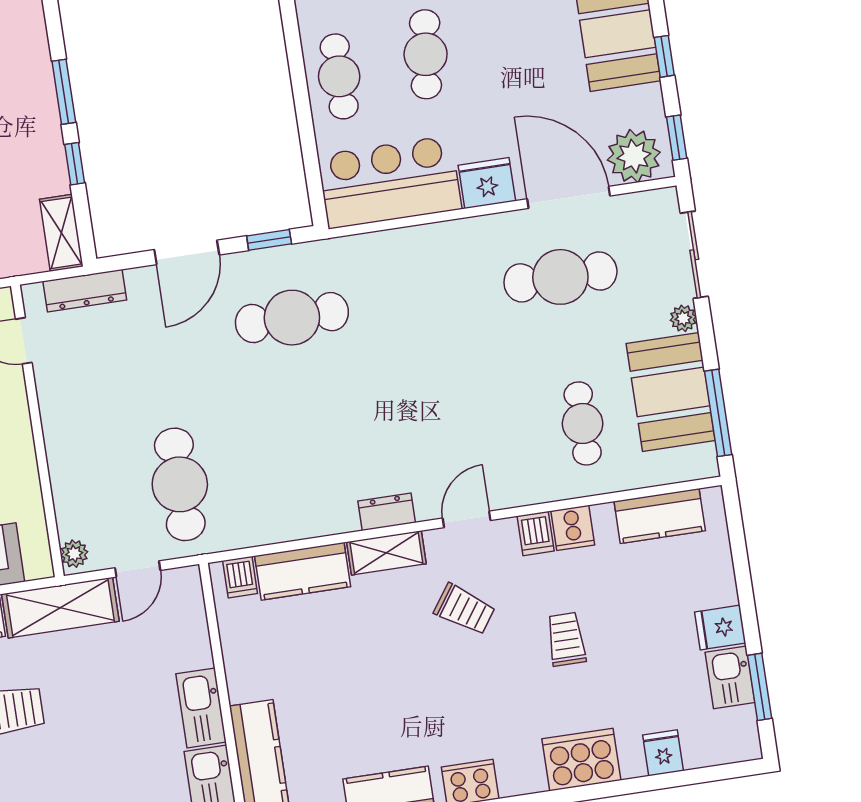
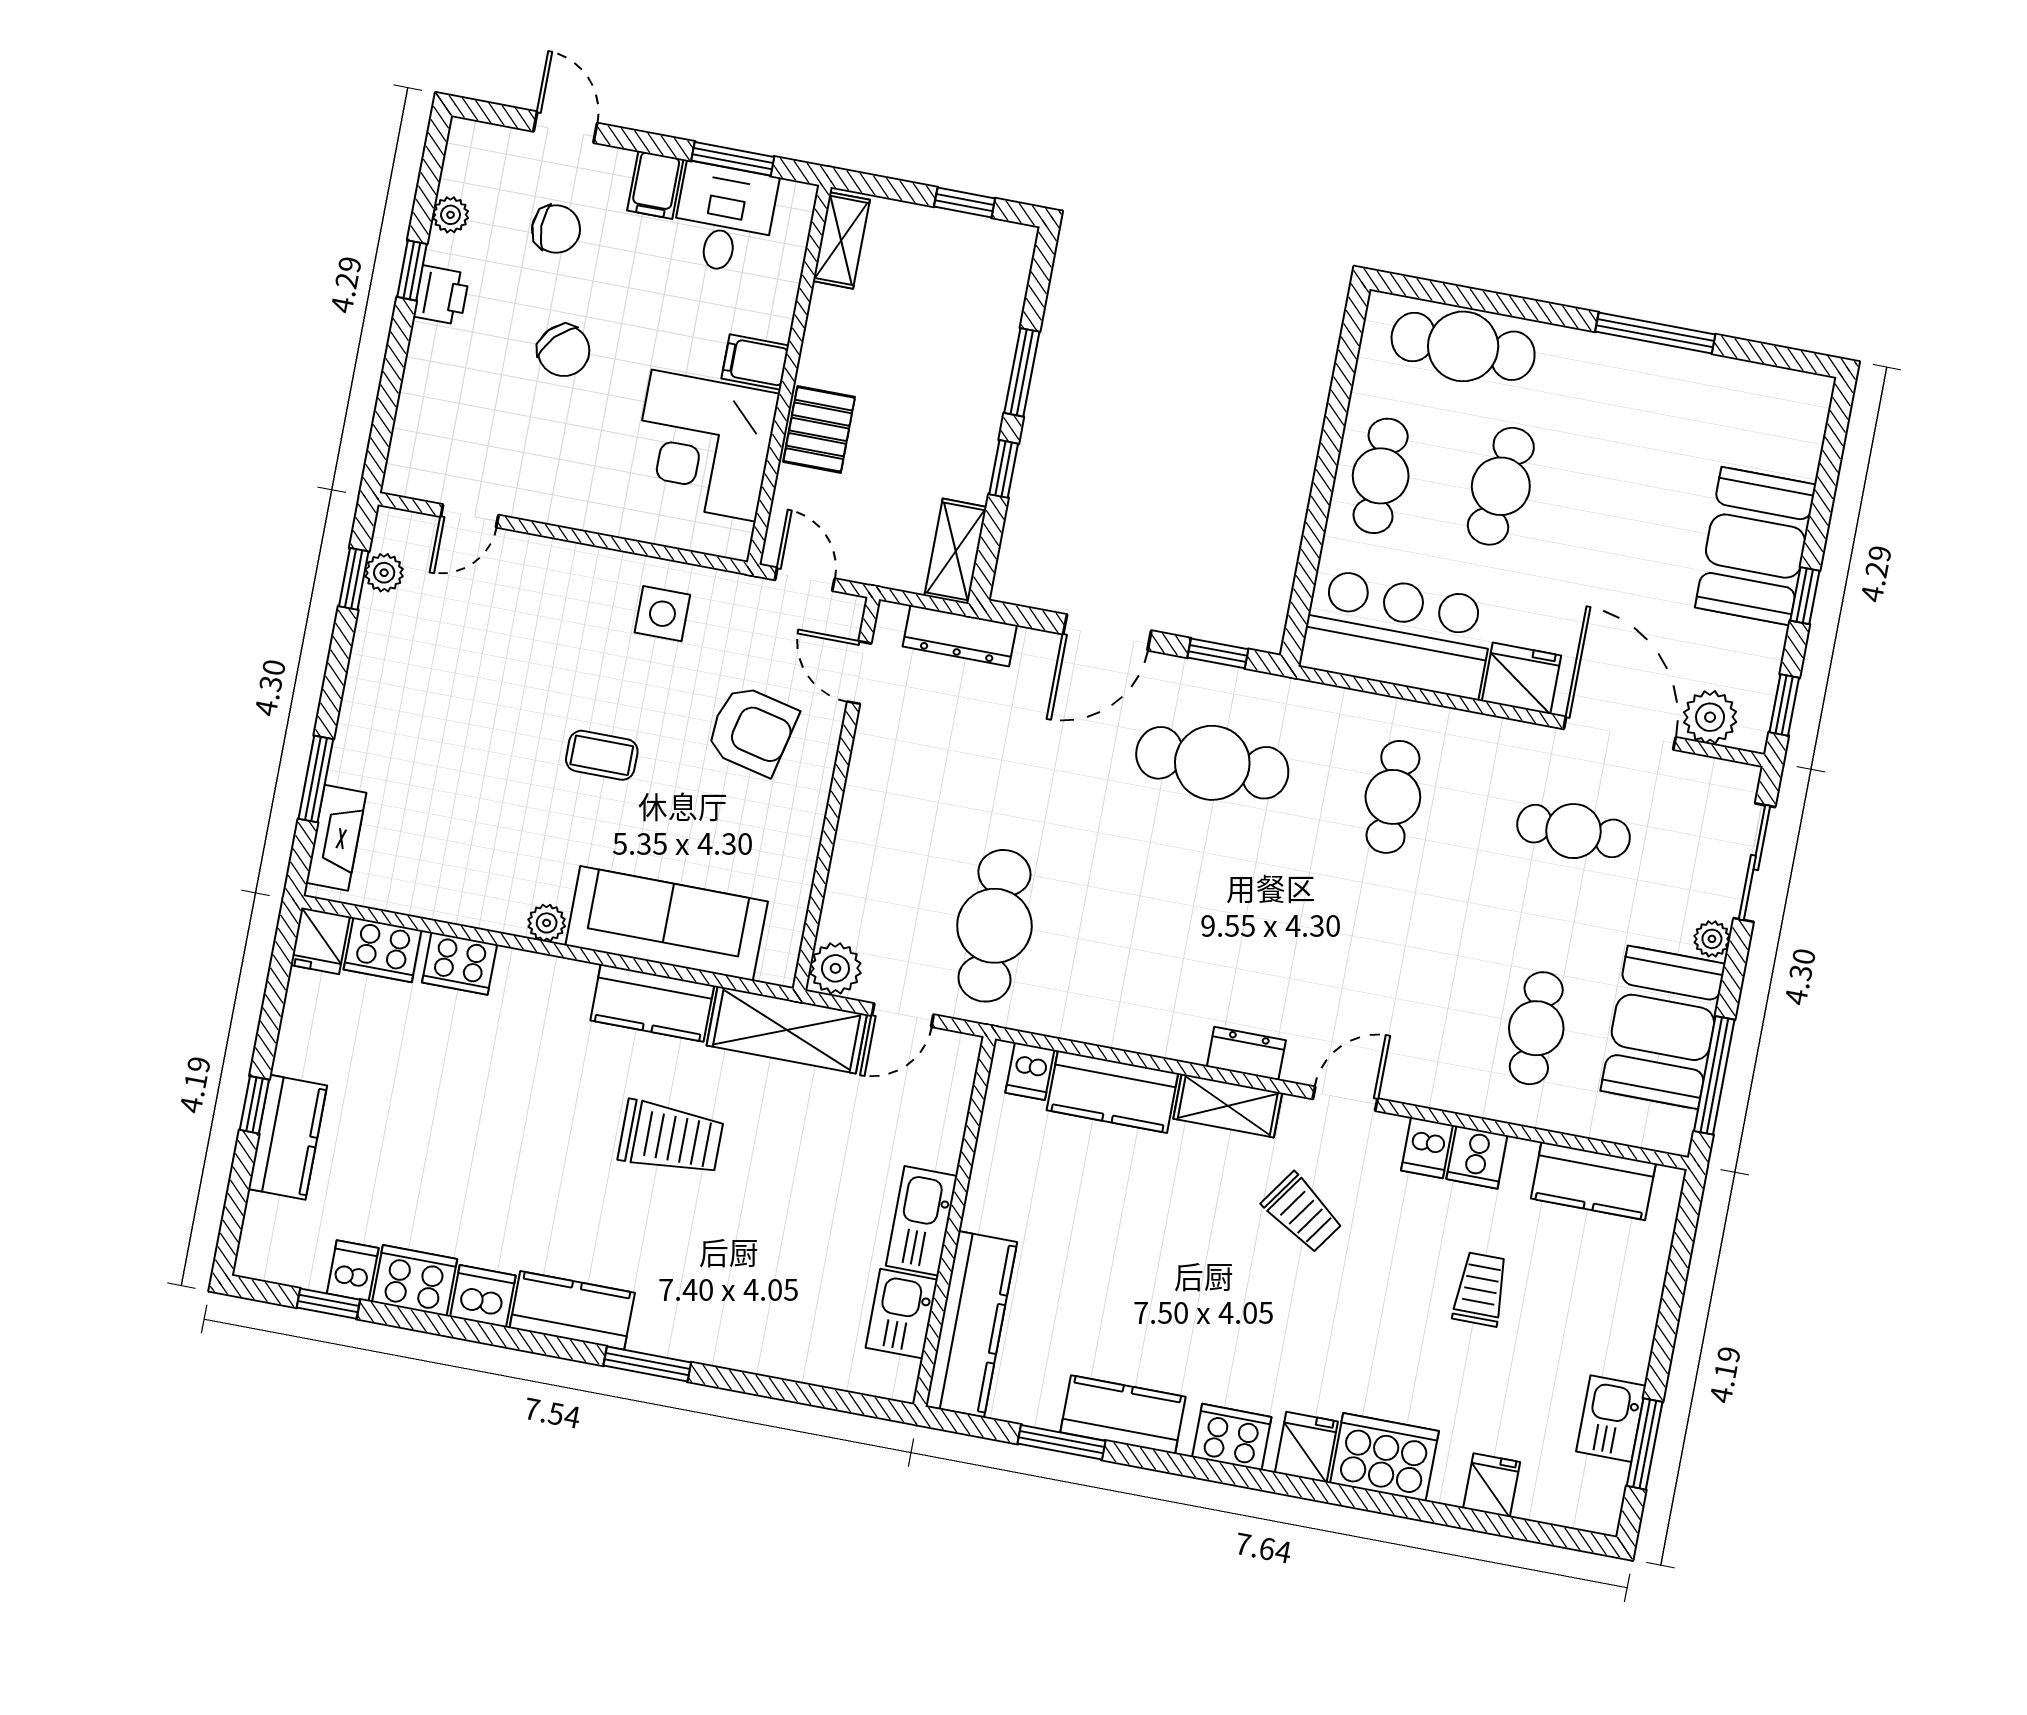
plant: (634, 156) -> (1710, 717), width x0.73, depth x0.73
cafe table: (560, 277) -> (1574, 831), width x0.73, depth x0.74
cafe table: (426, 297) -> (1393, 797), added
plant: (74, 554) -> (835, 968), width x1.38, depth x1.38
fridge: (720, 628) -> (1306, 1447), moved, turned 90
trolley: (566, 639) -> (1480, 1289), moved

